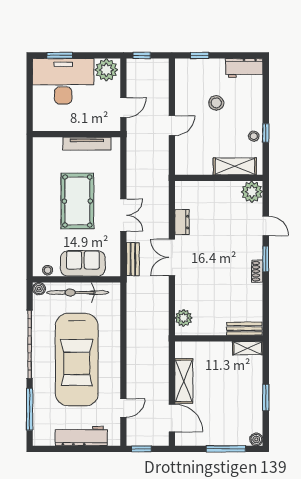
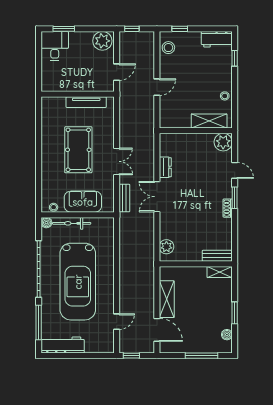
desk: (63, 81) -> (55, 46), width x0.53, depth x0.77
stool: (216, 103) -> (168, 48), moved
window: (266, 133) -> (235, 58), moved
bicycle: (78, 293) -> (72, 223), width x0.73, depth x0.71
workbench: (81, 436) -> (63, 345), moved
boiler: (256, 439) -> (227, 335), moved

